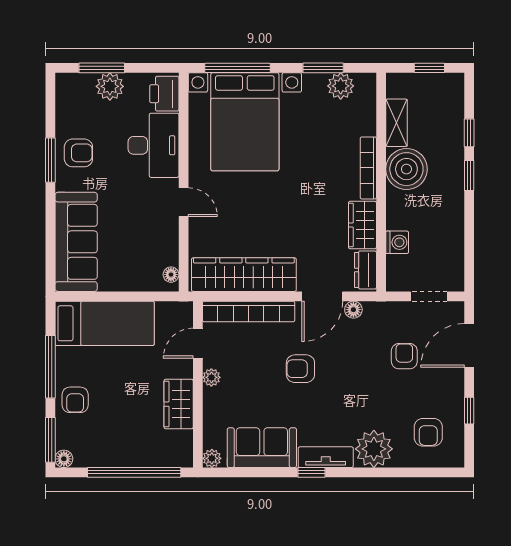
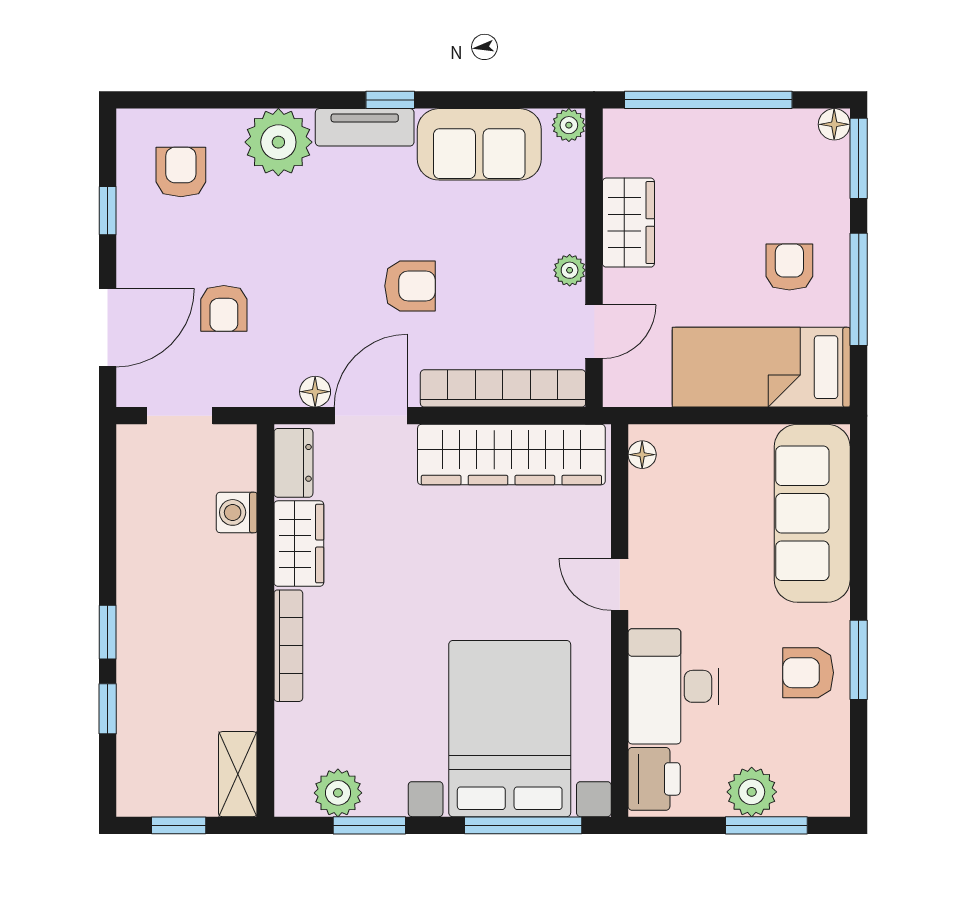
shelving: (397, 123) -> (238, 774), moved
boiler: (406, 169) -> (220, 644), removed
armchair: (75, 400) -> (789, 267), moved

